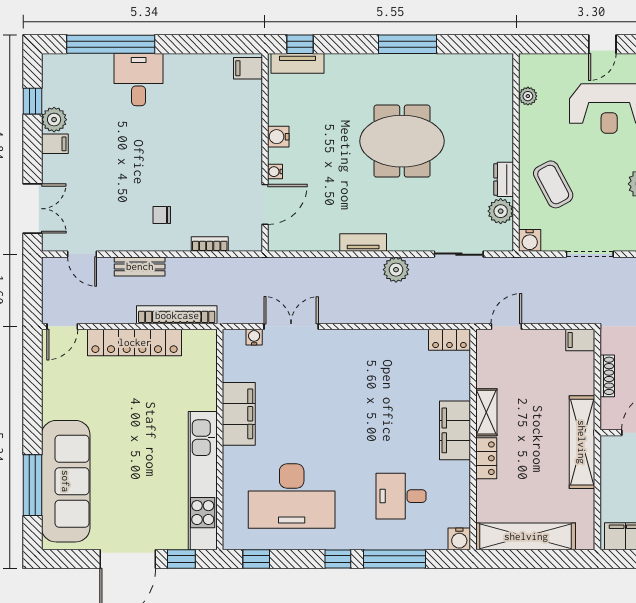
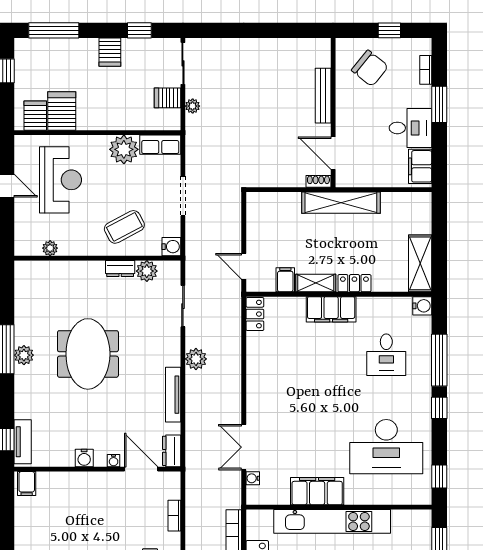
plant: (401, 65) -> (24, 355), added
dresser: (287, 241) -> (172, 451), added
tv unit: (363, 243) -> (173, 395), width x1.41
filing cabinet: (580, 340) -> (285, 280), moved, turned 180
shoe rack: (607, 376) -> (318, 181), moved, width x0.70
kitchen unit: (203, 481) -> (332, 521), moved
desk: (292, 496) -> (386, 447), turned 90
shelving: (526, 536) -> (420, 263), width x0.68

